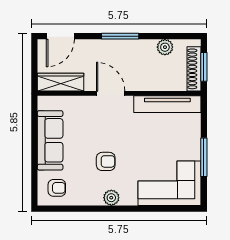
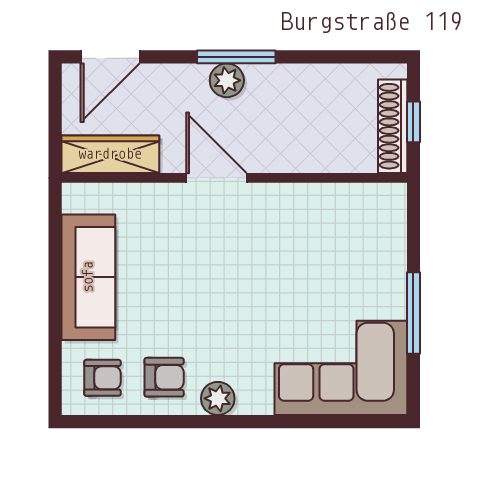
plant: (165, 47) -> (227, 80), moved
window: (204, 67) -> (413, 122), width x0.67
tv unit: (167, 104) -> (336, 201), removed
armchair: (106, 161) -> (164, 377), moved

